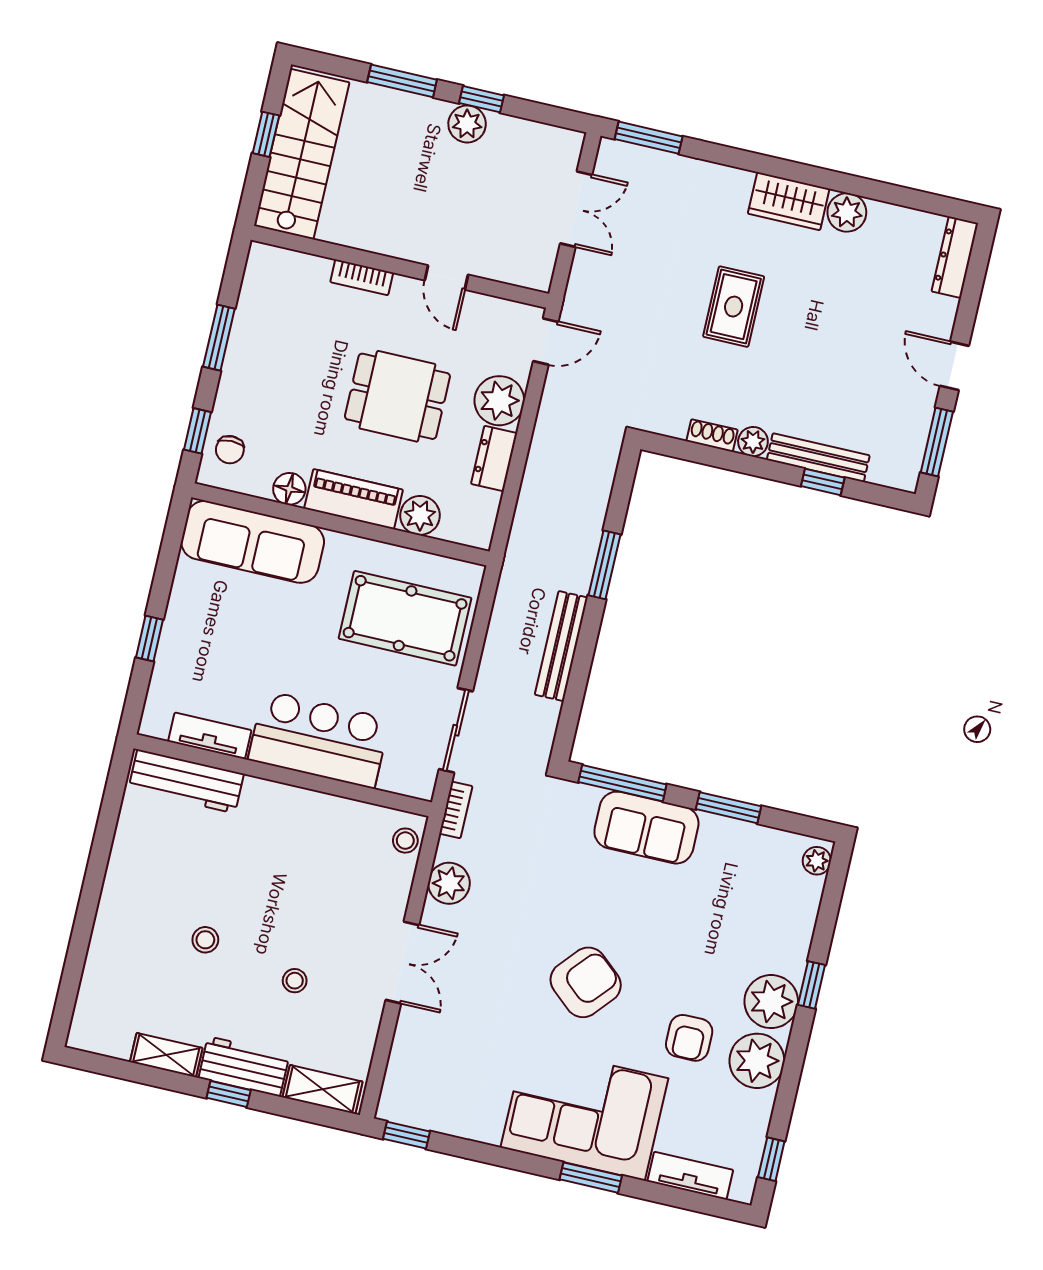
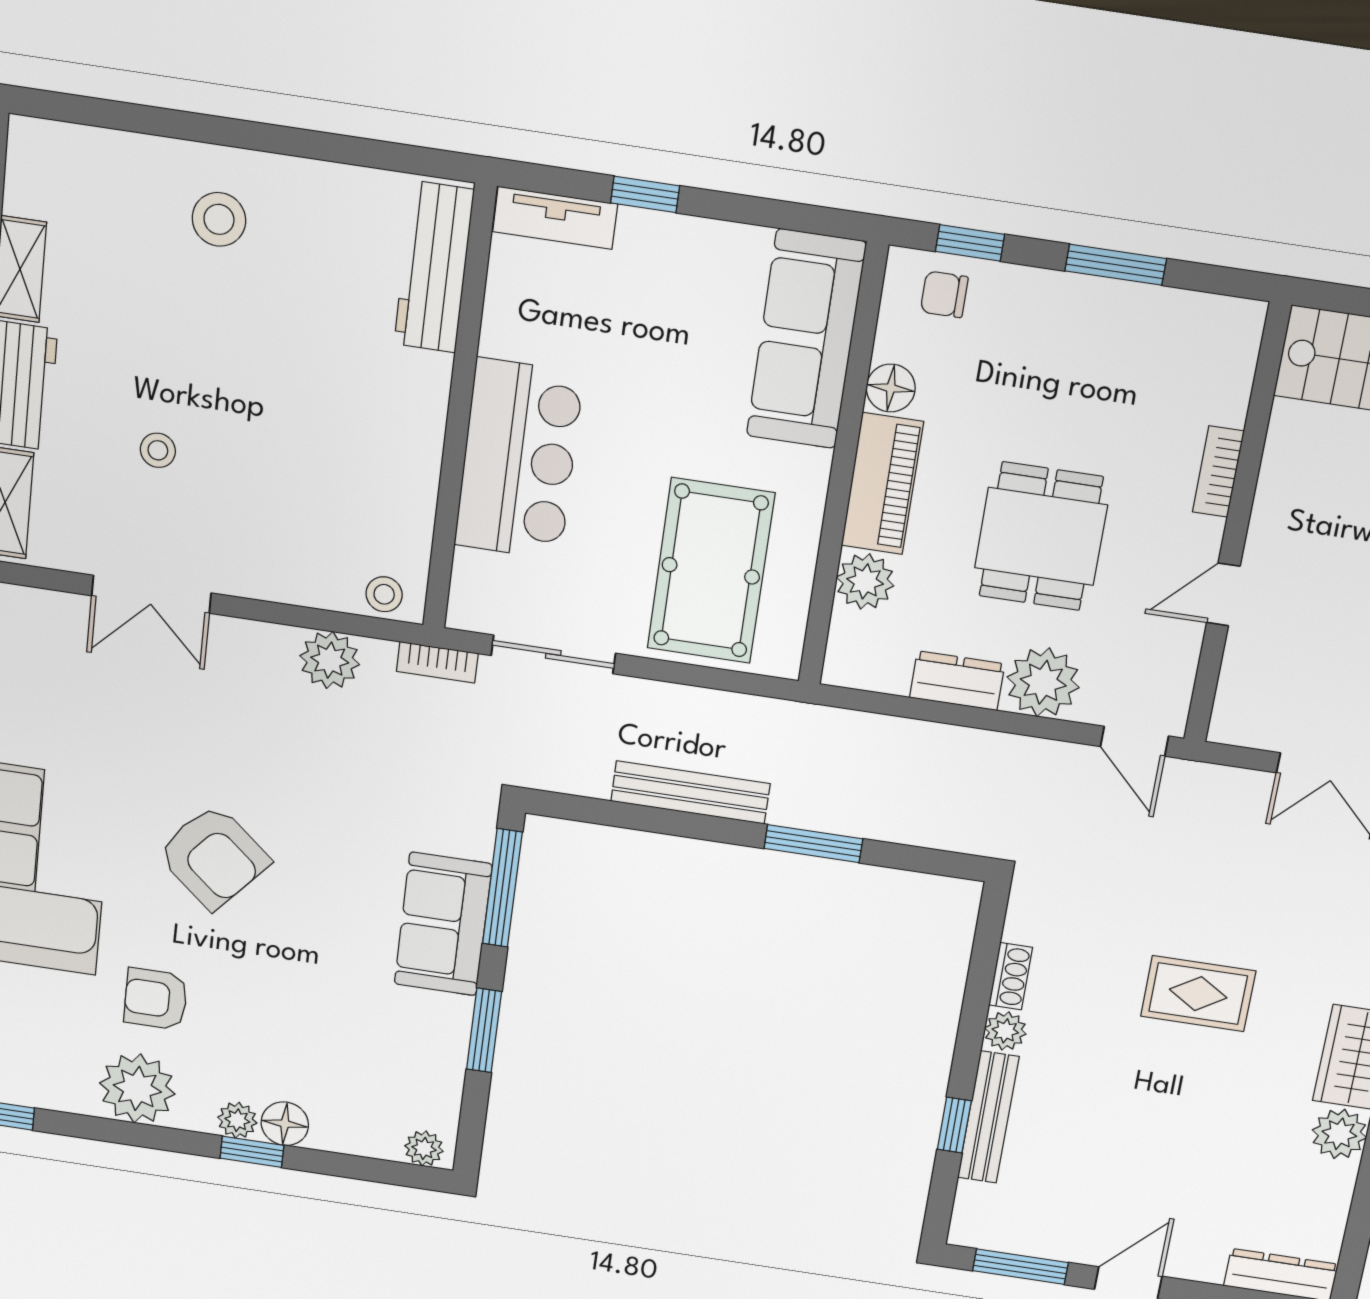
tv unit: (210, 736) -> (555, 218), moved, turned 90
stool: (205, 940) -> (219, 219), moved, width x1.37, depth x1.37
floor lamp: (791, 958) -> (285, 1124), added
double door: (402, 962) -> (151, 594), moved
plant: (771, 1002) -> (237, 1120), width x0.53, depth x0.53

